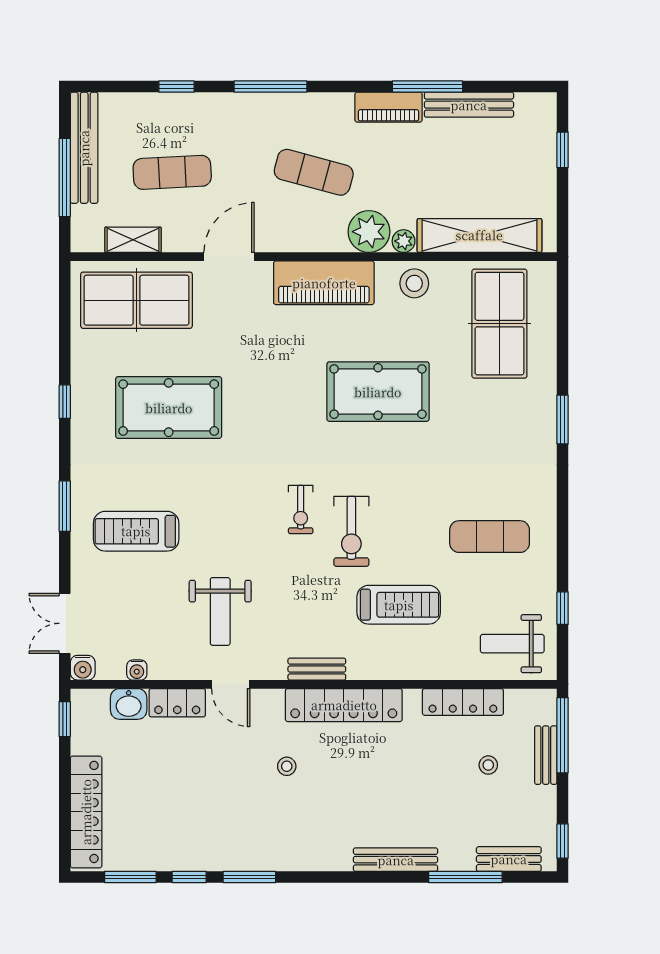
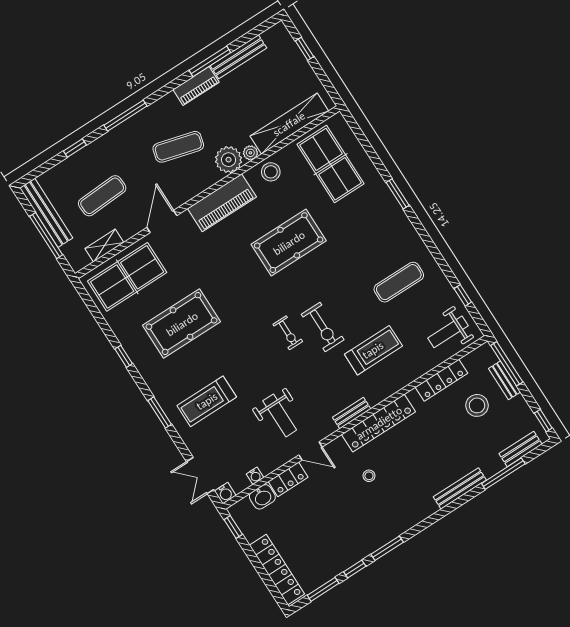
stool: (488, 765) -> (477, 405), width x1.89, depth x1.89

